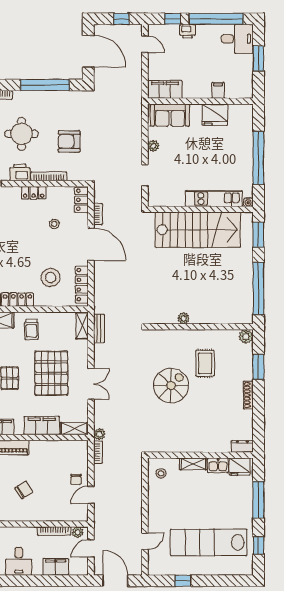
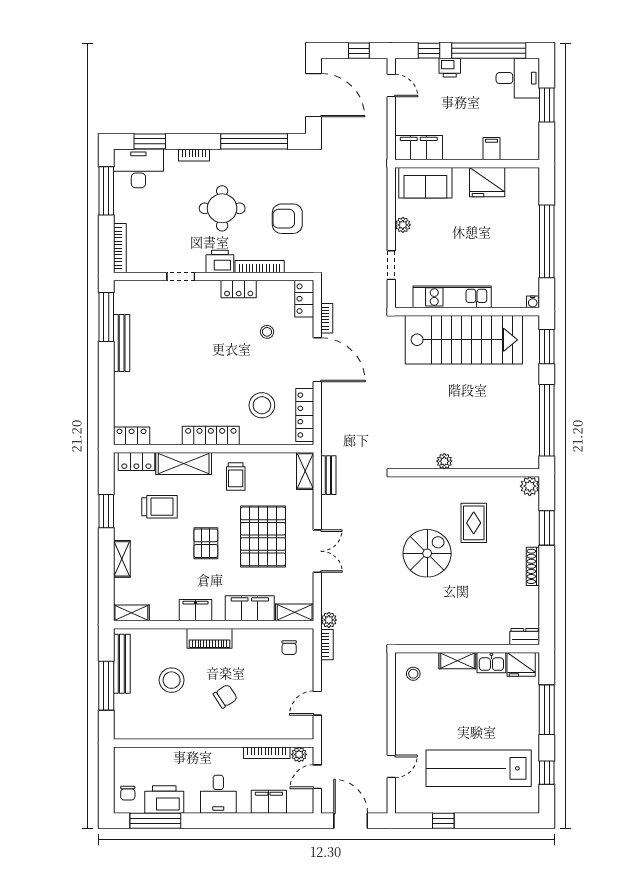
kitchen unit: (214, 199) -> (452, 297), moved
chair: (76, 479) -> (289, 648), moved

